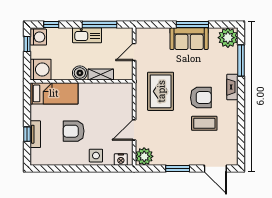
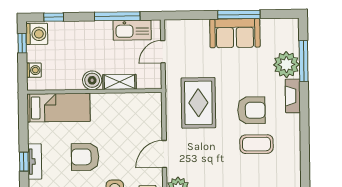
kitchen sink: (87, 35) -> (132, 30), moved
plant: (228, 38) -> (286, 65), moved
washing machine: (41, 70) -> (34, 70), width x0.53, depth x0.53

